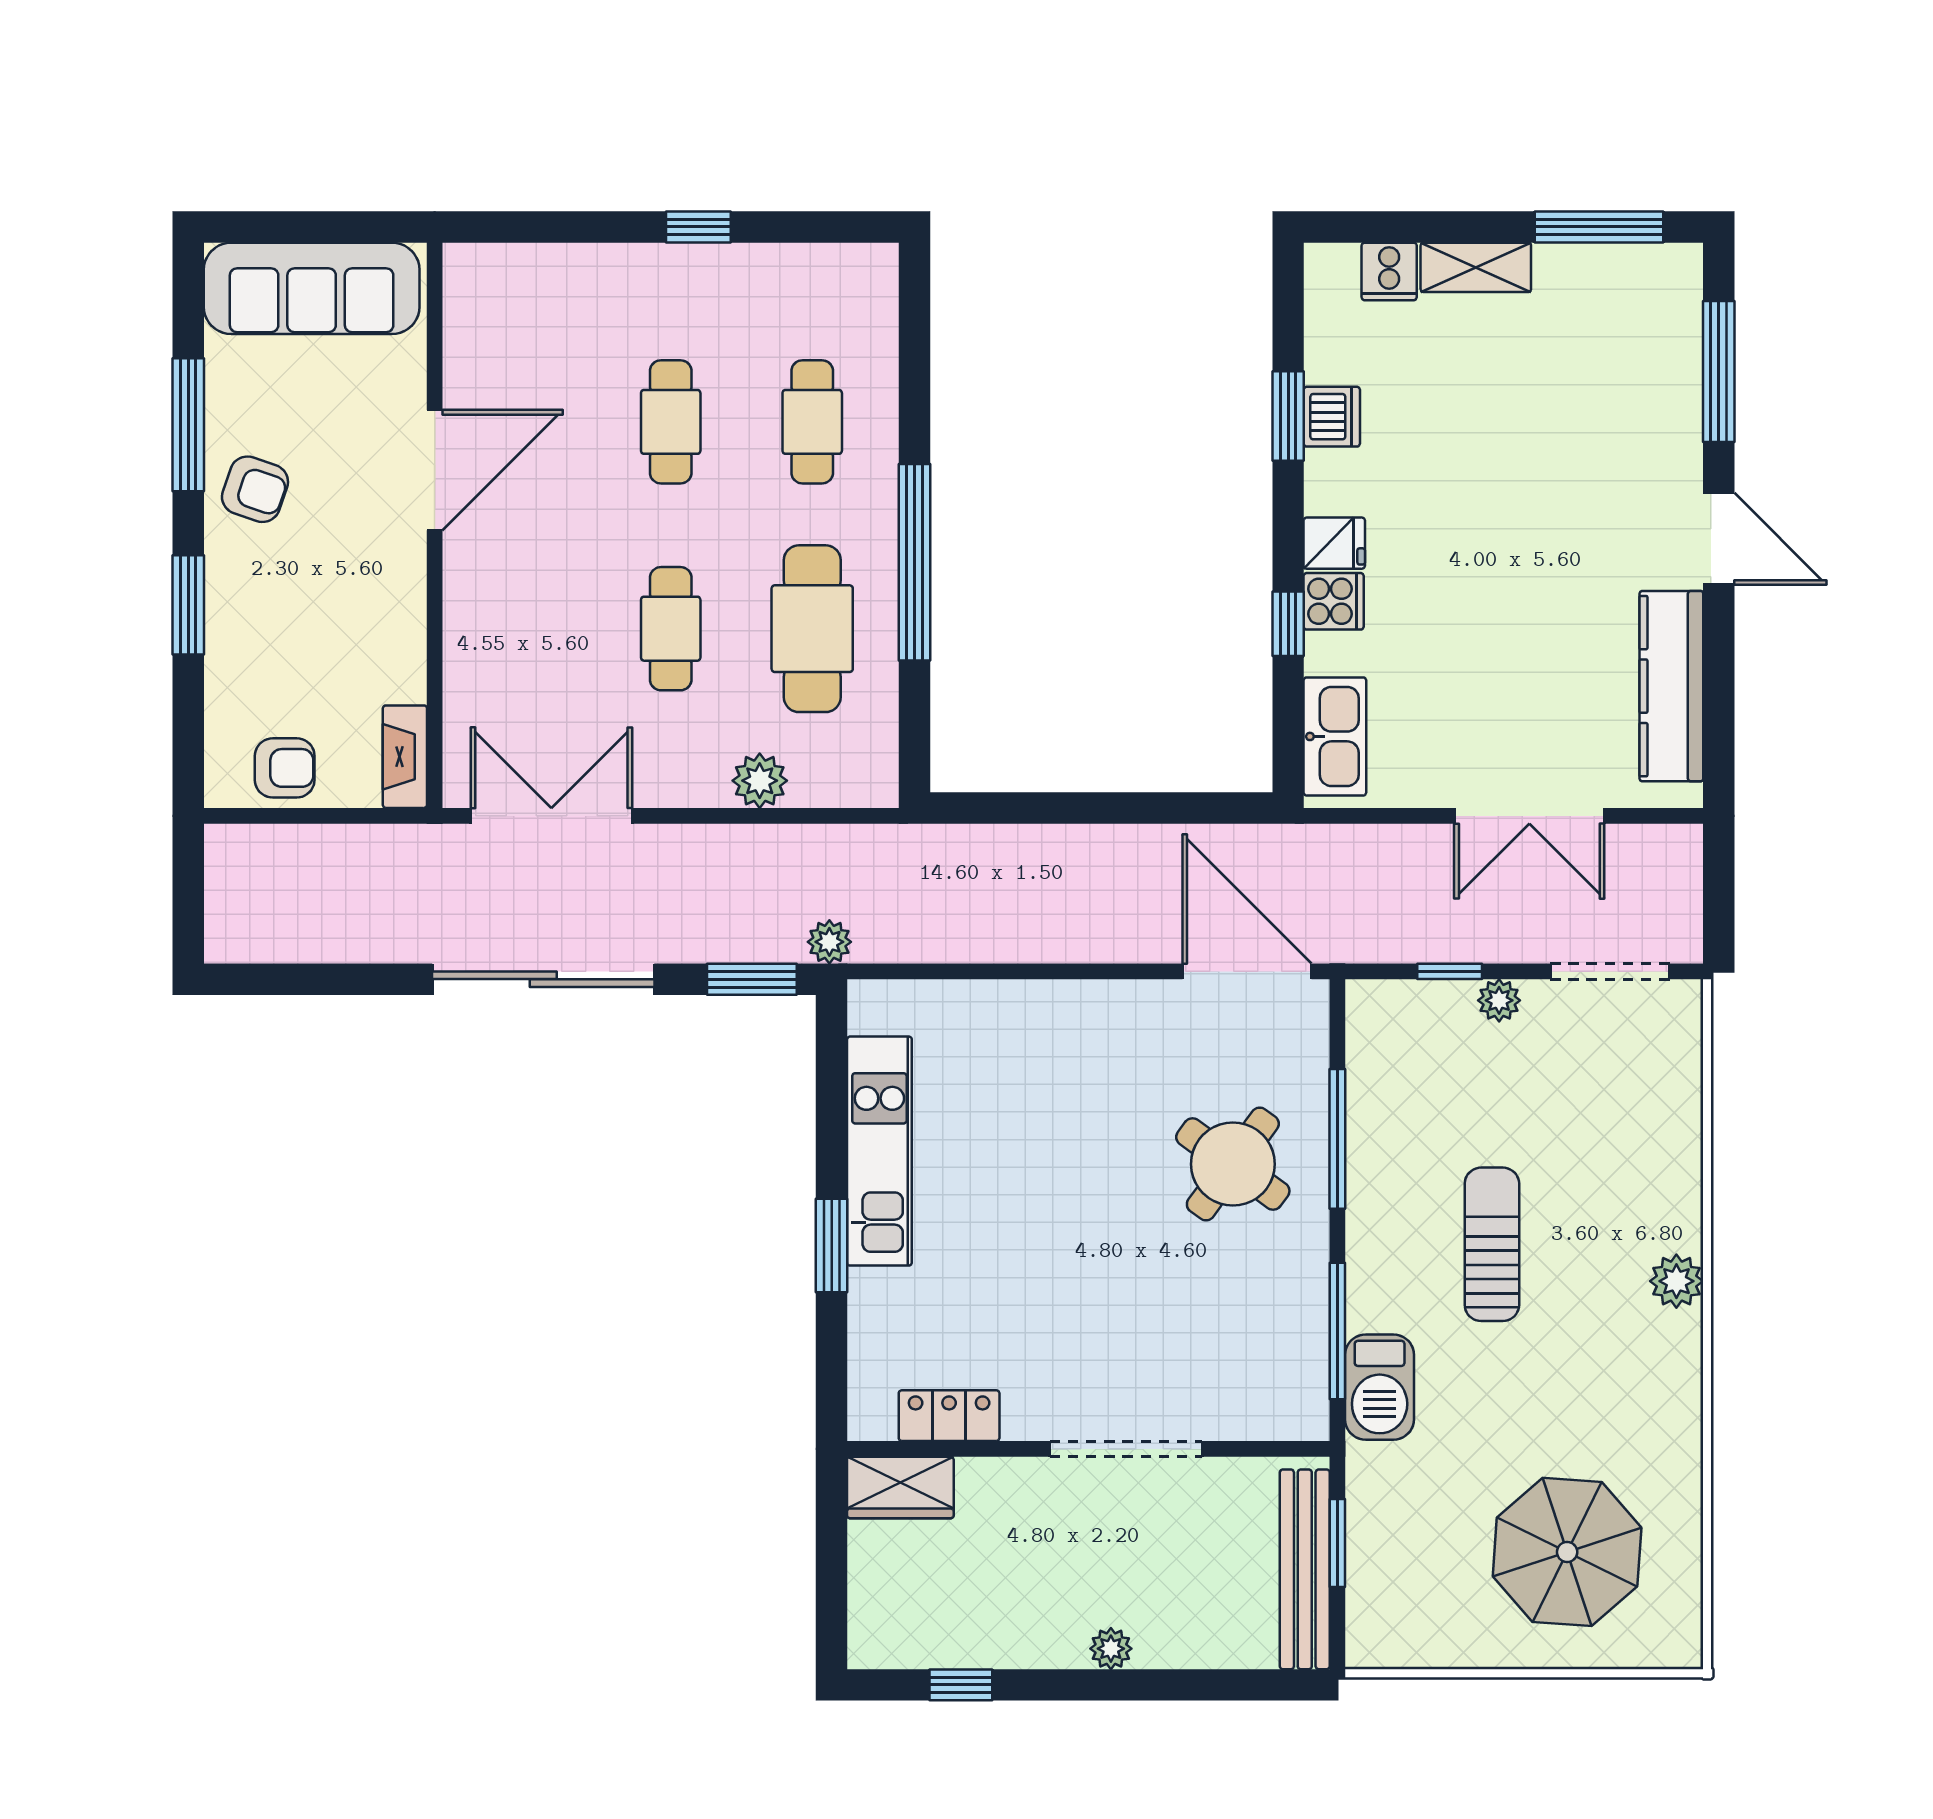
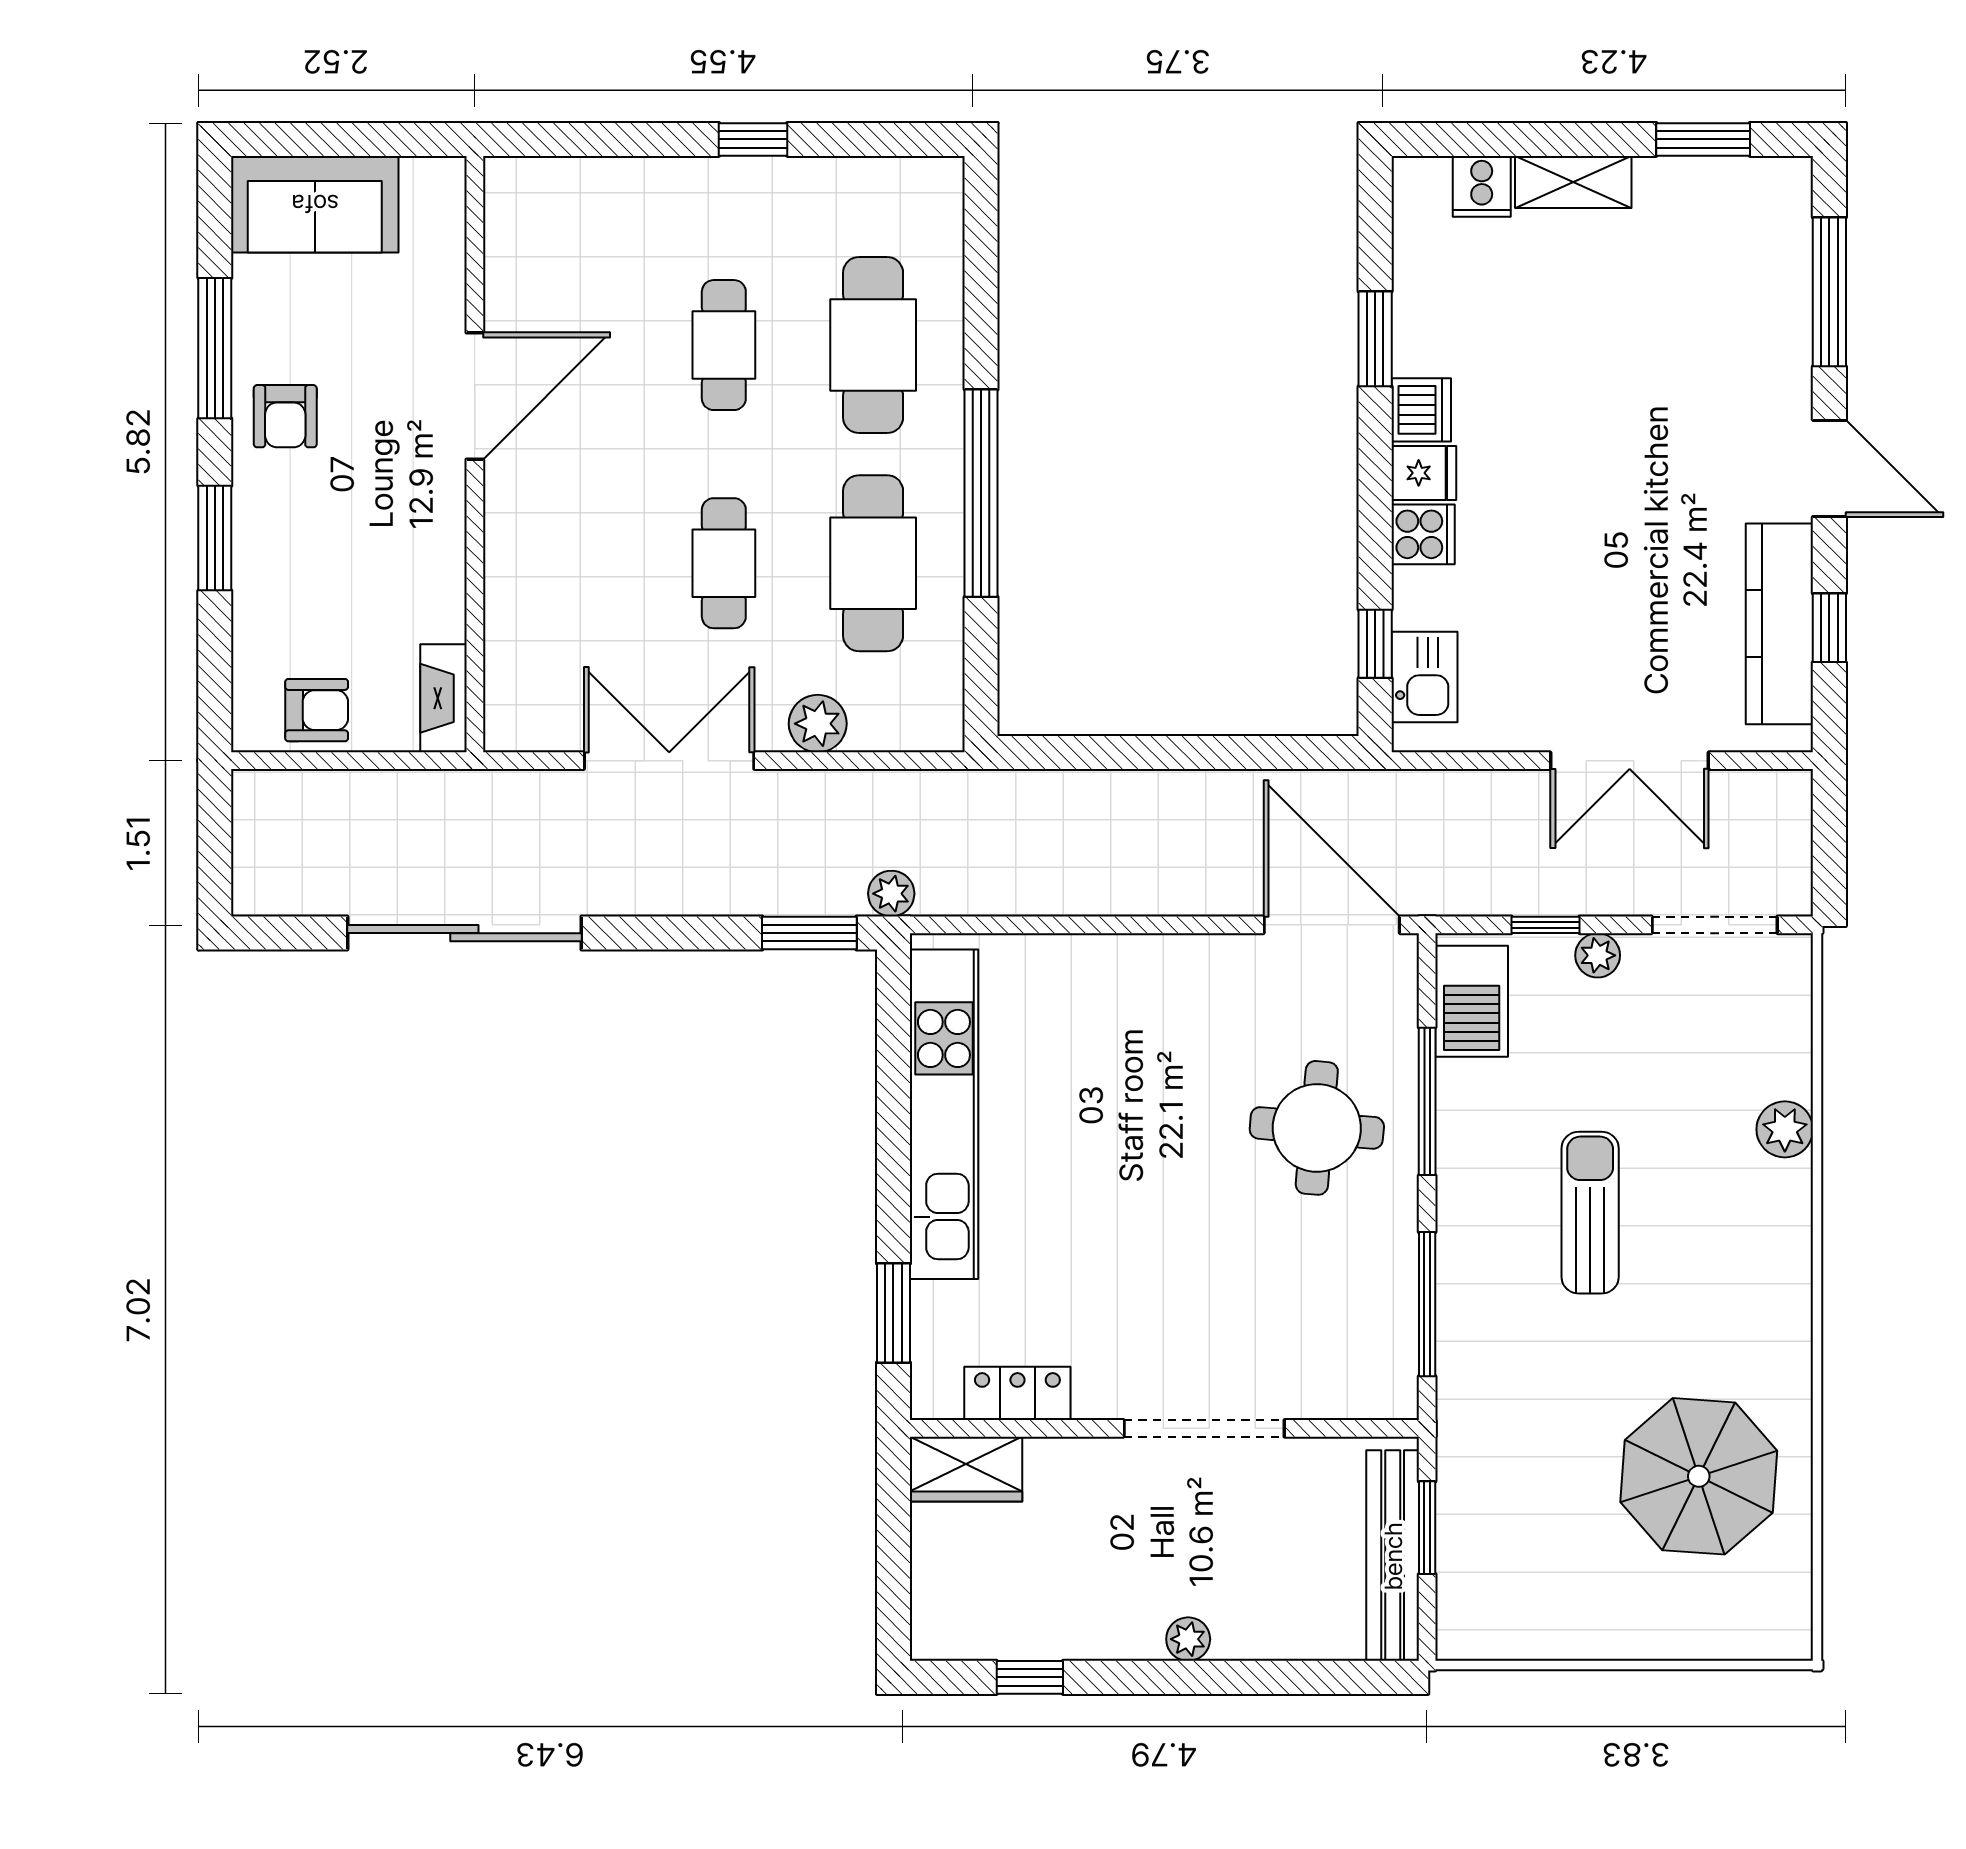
window: (1599, 227) -> (1703, 139), width x0.69
sofa: (312, 288) -> (315, 204), width x0.73
dishwasher: (1332, 417) -> (1421, 410), moved
cafe table: (812, 422) -> (873, 345), width x1.37, depth x1.35
armchair: (255, 489) -> (285, 416), turned 71
window: (1288, 624) -> (1375, 644), moved
window: (1719, 690) -> (1829, 628), added
kitchen sink: (1335, 736) -> (1424, 677), width x0.73
double door: (551, 816) -> (669, 761), moved
sliding door: (543, 979) -> (464, 933), moved
kitchen unit: (879, 1151) -> (944, 1114), width x1.36
round table: (1233, 1164) -> (1317, 1128), turned -31
window: (832, 1246) -> (893, 1313), moved
plant: (1676, 1281) -> (1785, 1129), moved
barbecue: (1380, 1387) -> (1472, 1001), moved
parasol: (1567, 1552) -> (1699, 1476), moved

